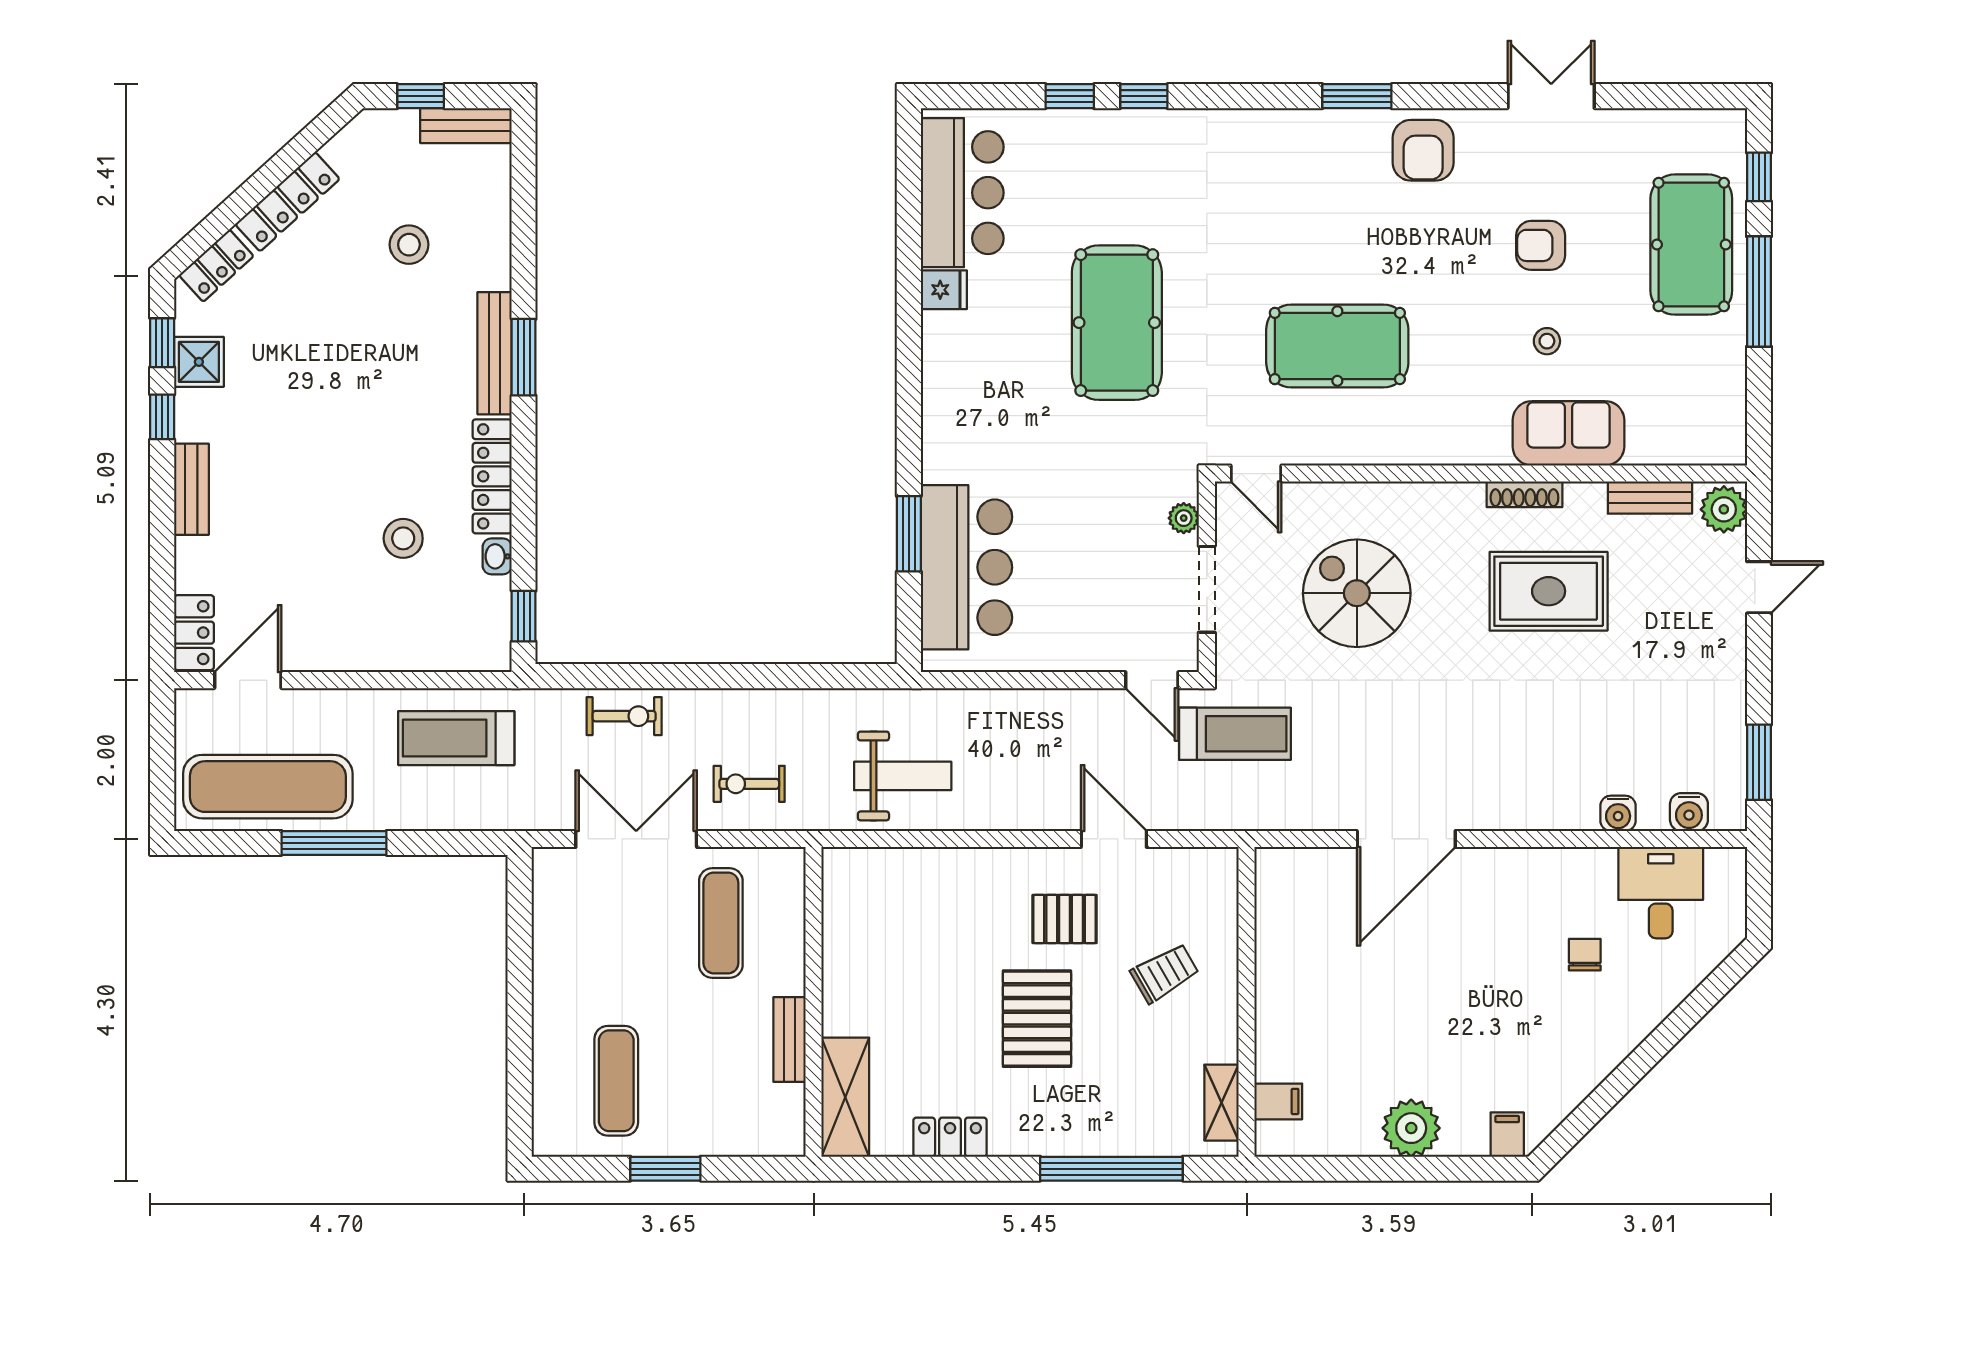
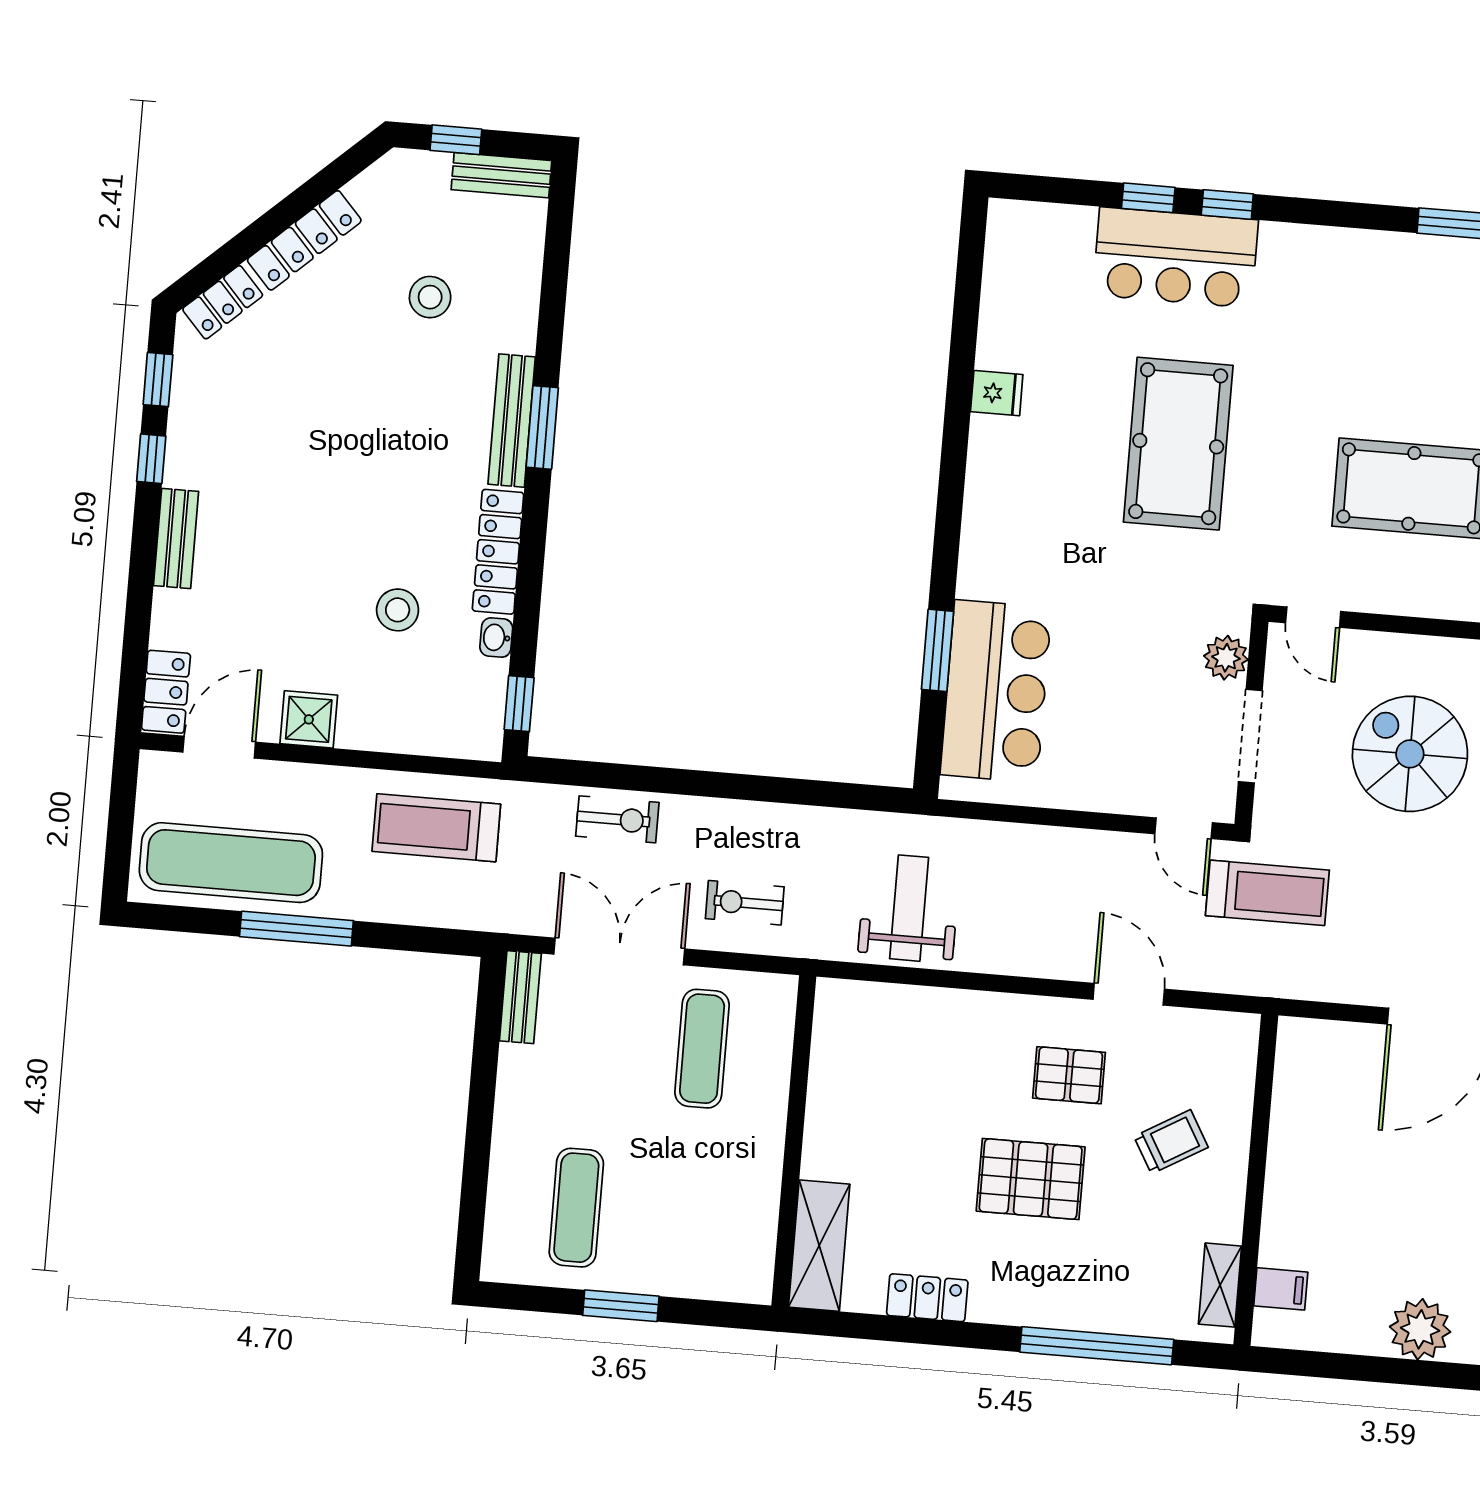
bar counter: (962, 193) -> (1175, 257), moved, turned 90
shower: (199, 362) -> (309, 719), moved
plant: (1184, 518) -> (1226, 658), width x1.38, depth x1.38
weight bench: (903, 776) -> (909, 908), turned -90
pallet: (1037, 1019) -> (1031, 1179), turned 90
bench: (789, 1039) -> (520, 997), moved

